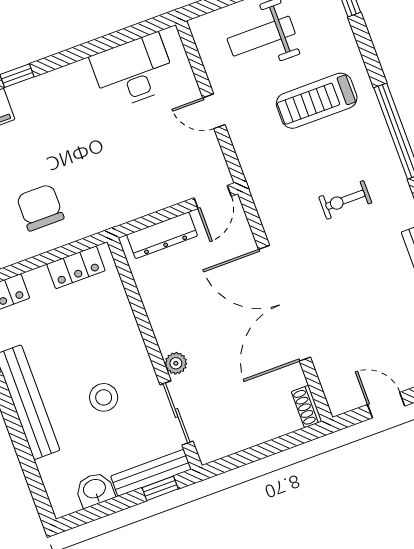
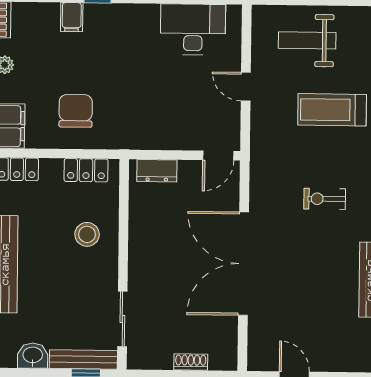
dresser: (162, 235) -> (157, 171), width x0.70
plant: (176, 363) -> (137, 279), removed
stool: (104, 397) -> (87, 234), moved
shoe rack: (307, 407) -> (191, 362), moved, turned 90

